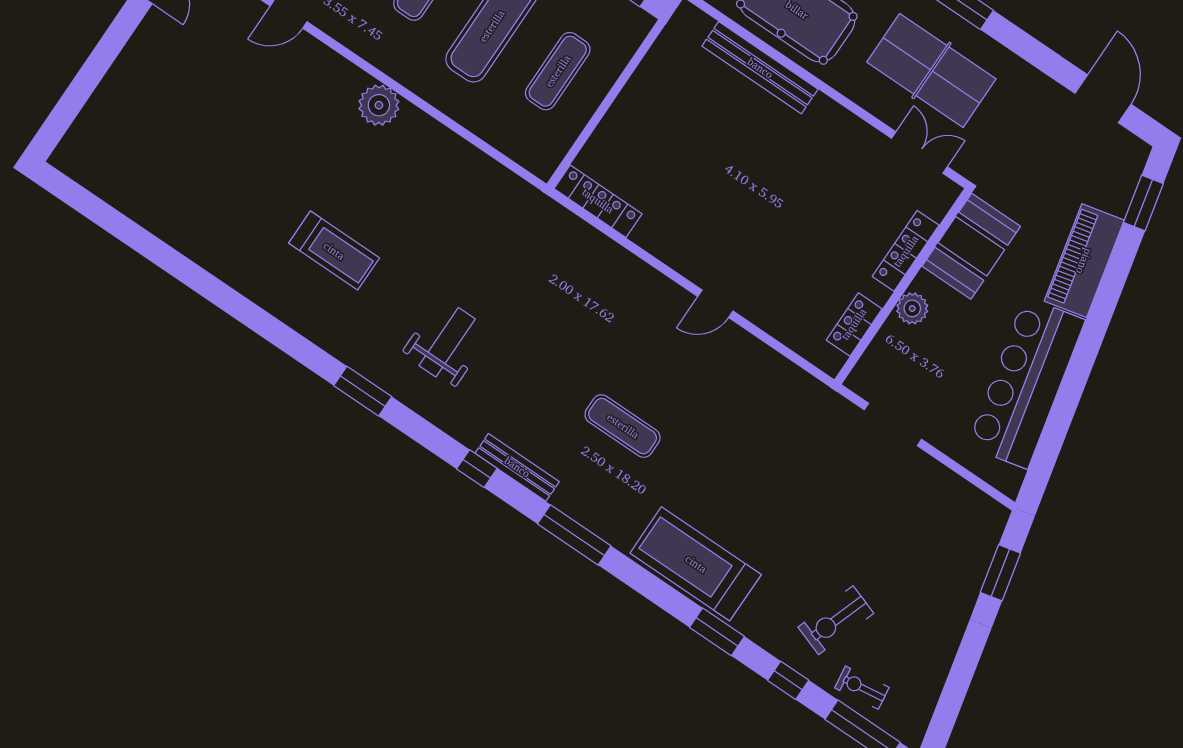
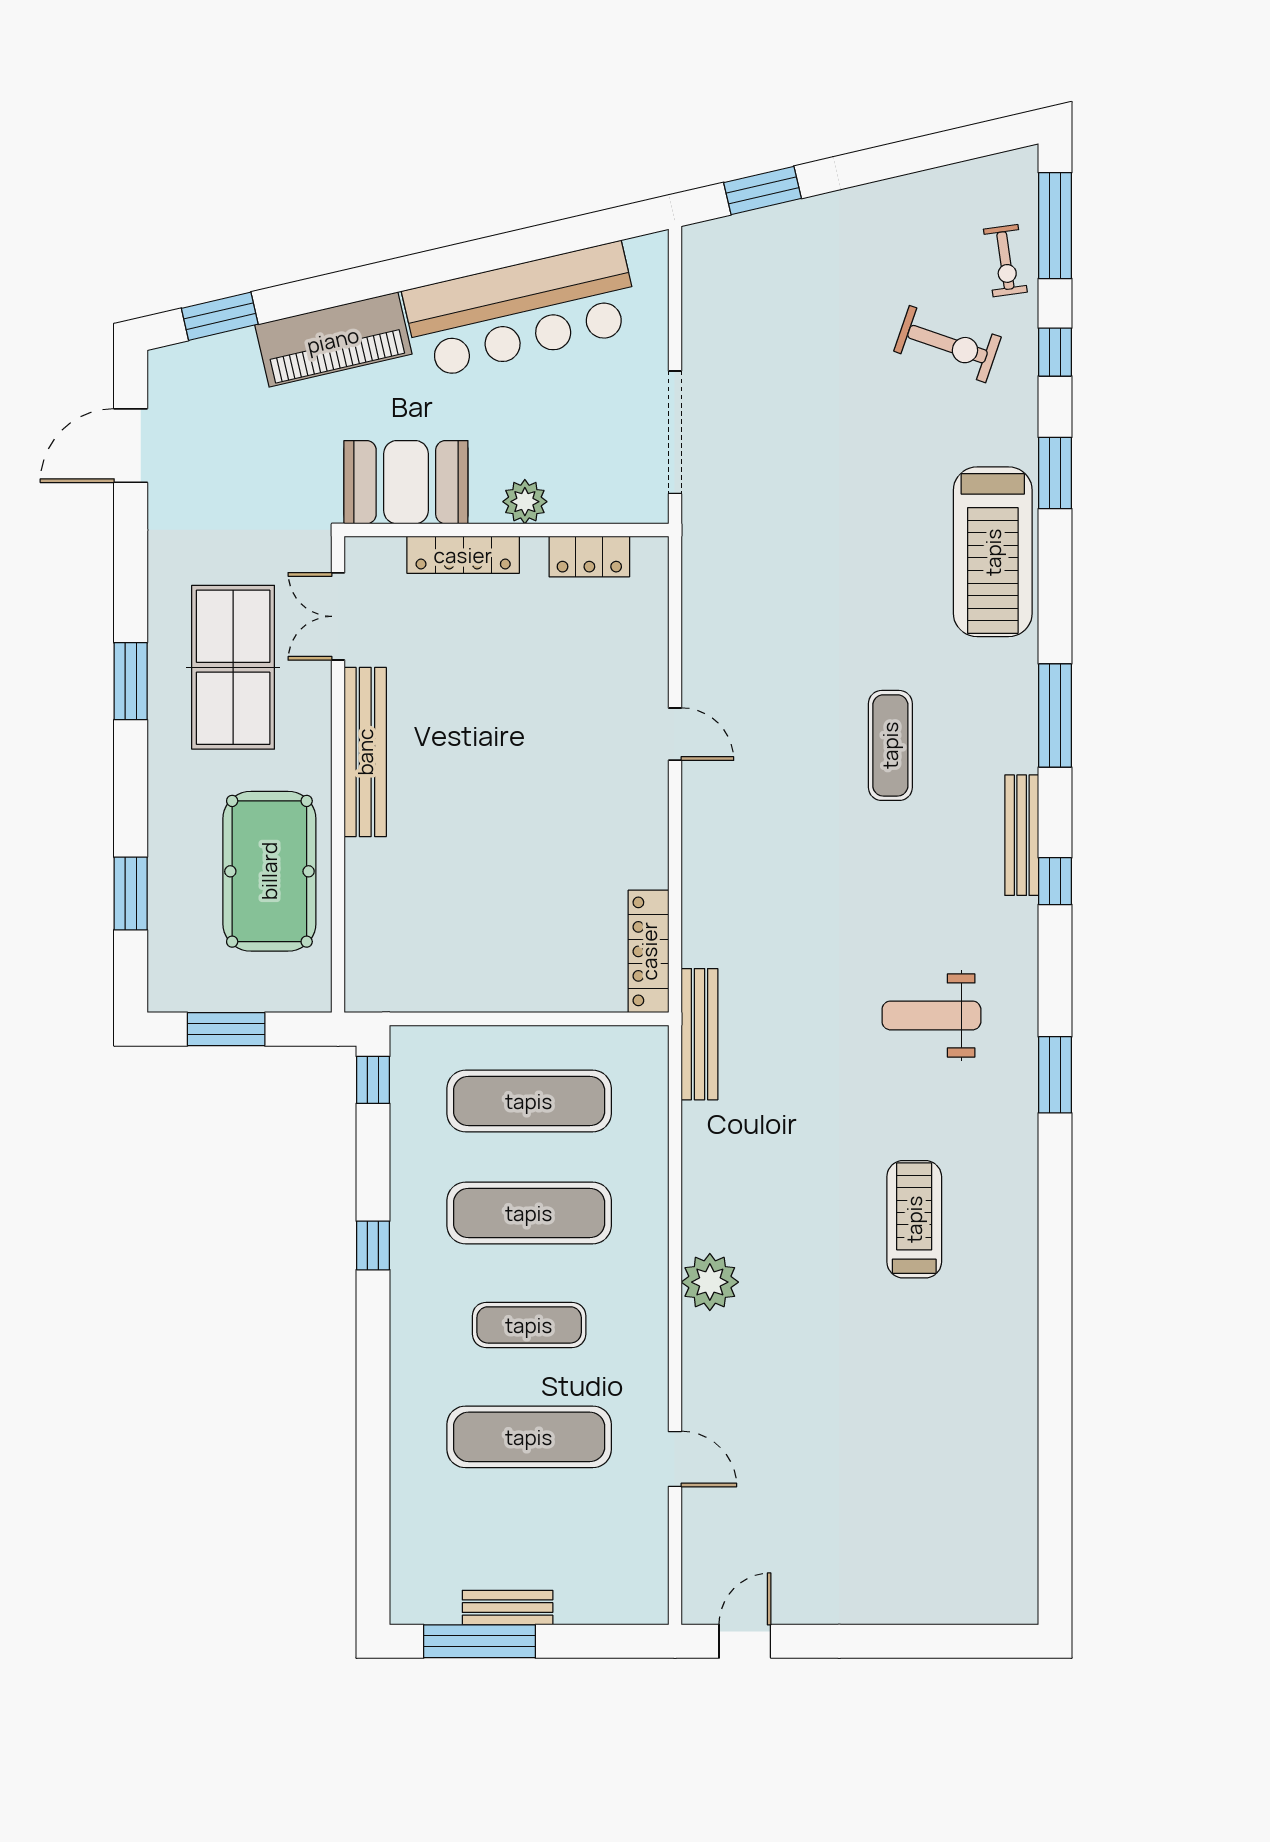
bench: (760, 68) -> (365, 752), moved
exercise mat: (558, 71) -> (529, 1101), width x1.36, depth x1.45
bench: (529, 198) -> (699, 1034), added
doorway: (893, 424) -> (675, 432), width x1.36

